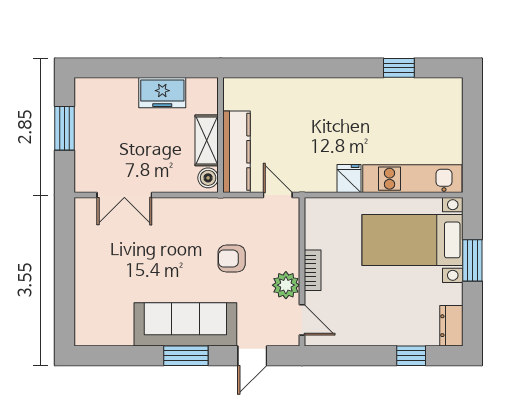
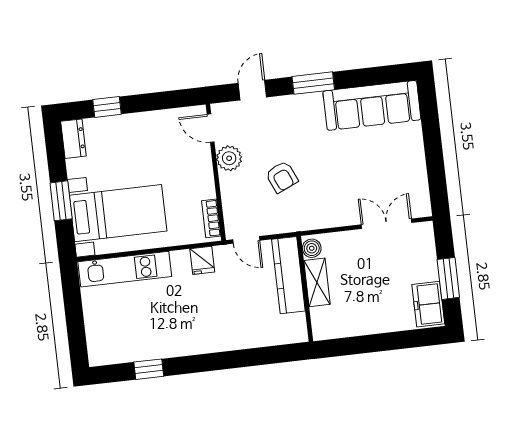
freezer: (162, 93) -> (428, 304), moved, turned -90
fridge: (349, 178) -> (202, 260), moved
armchair: (232, 259) -> (282, 177), turned 66
bookcase: (313, 270) -> (211, 218), moved
sofa: (185, 324) -> (372, 105), moved

